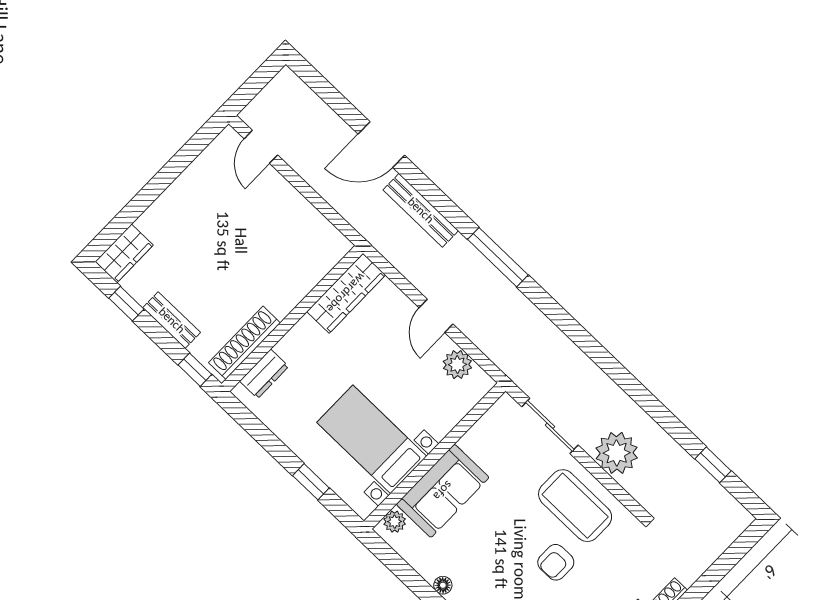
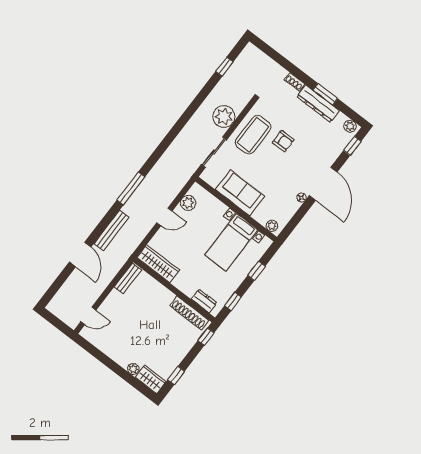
plant: (148, 222) -> (133, 369), added
bench: (172, 320) -> (128, 278), moved
window: (257, 430) -> (233, 301), added
sofa: (443, 491) -> (240, 193), moved

